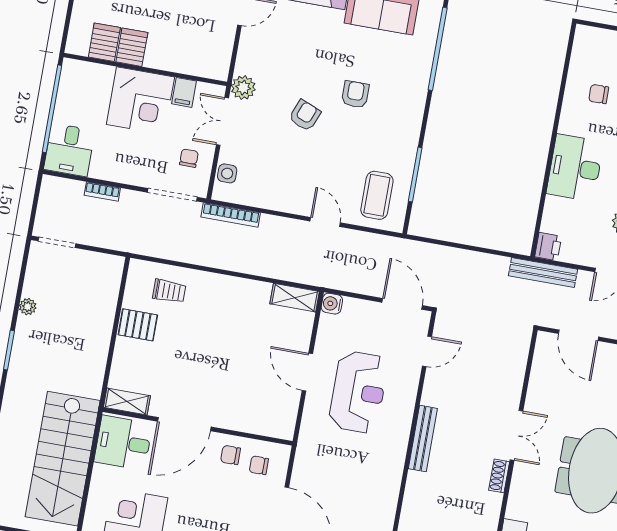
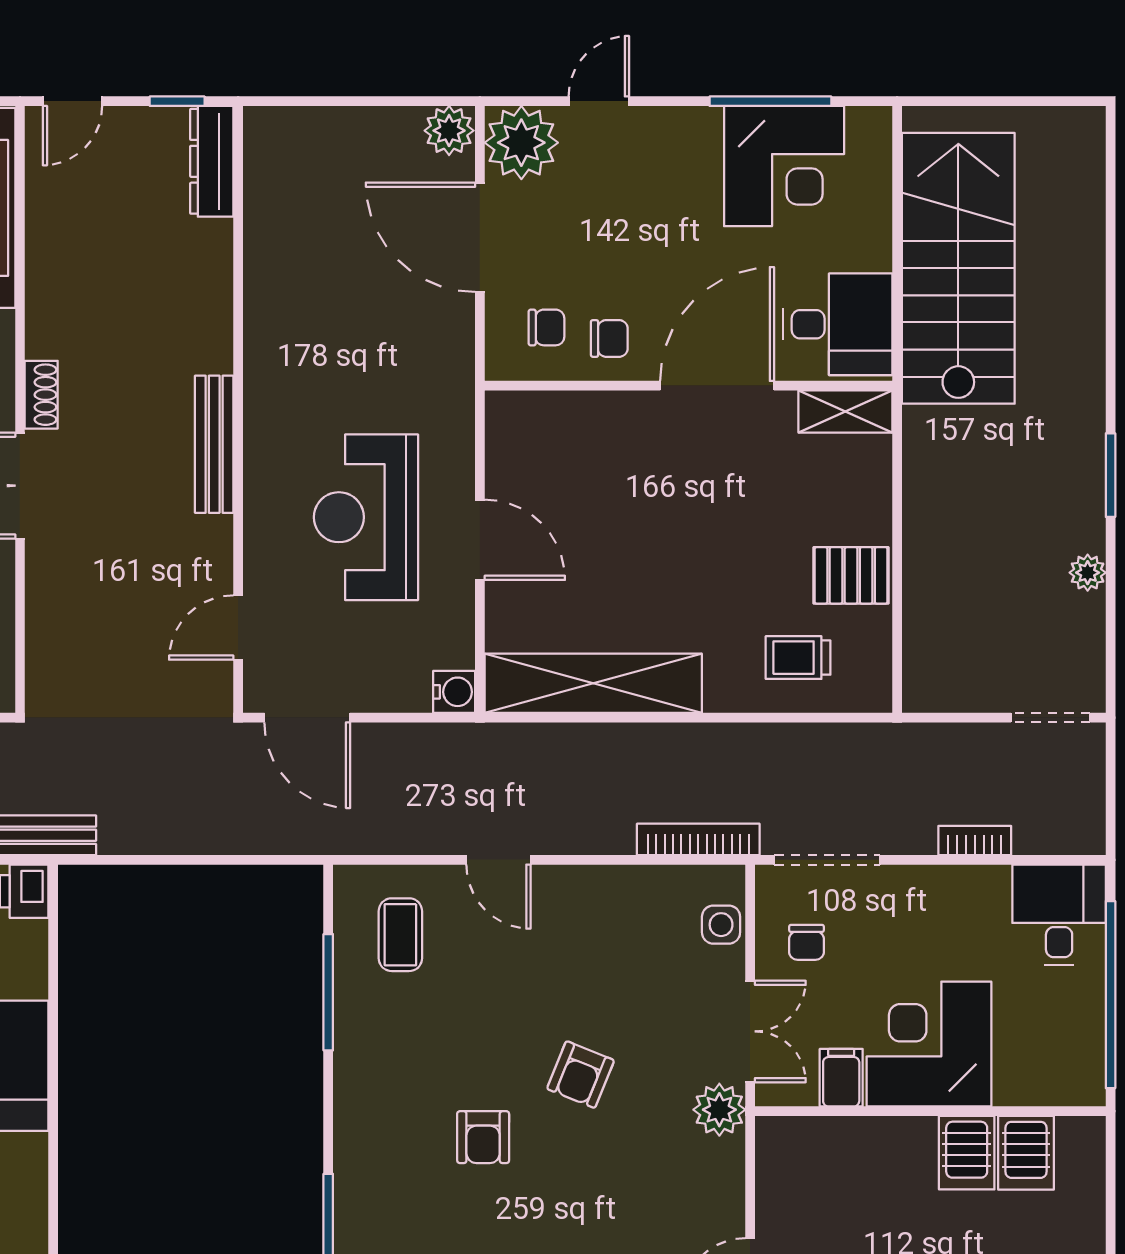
coffee table: (377, 195) -> (400, 935), width x0.73, depth x0.77
shelving: (295, 298) -> (593, 683), width x2.20, depth x1.33

